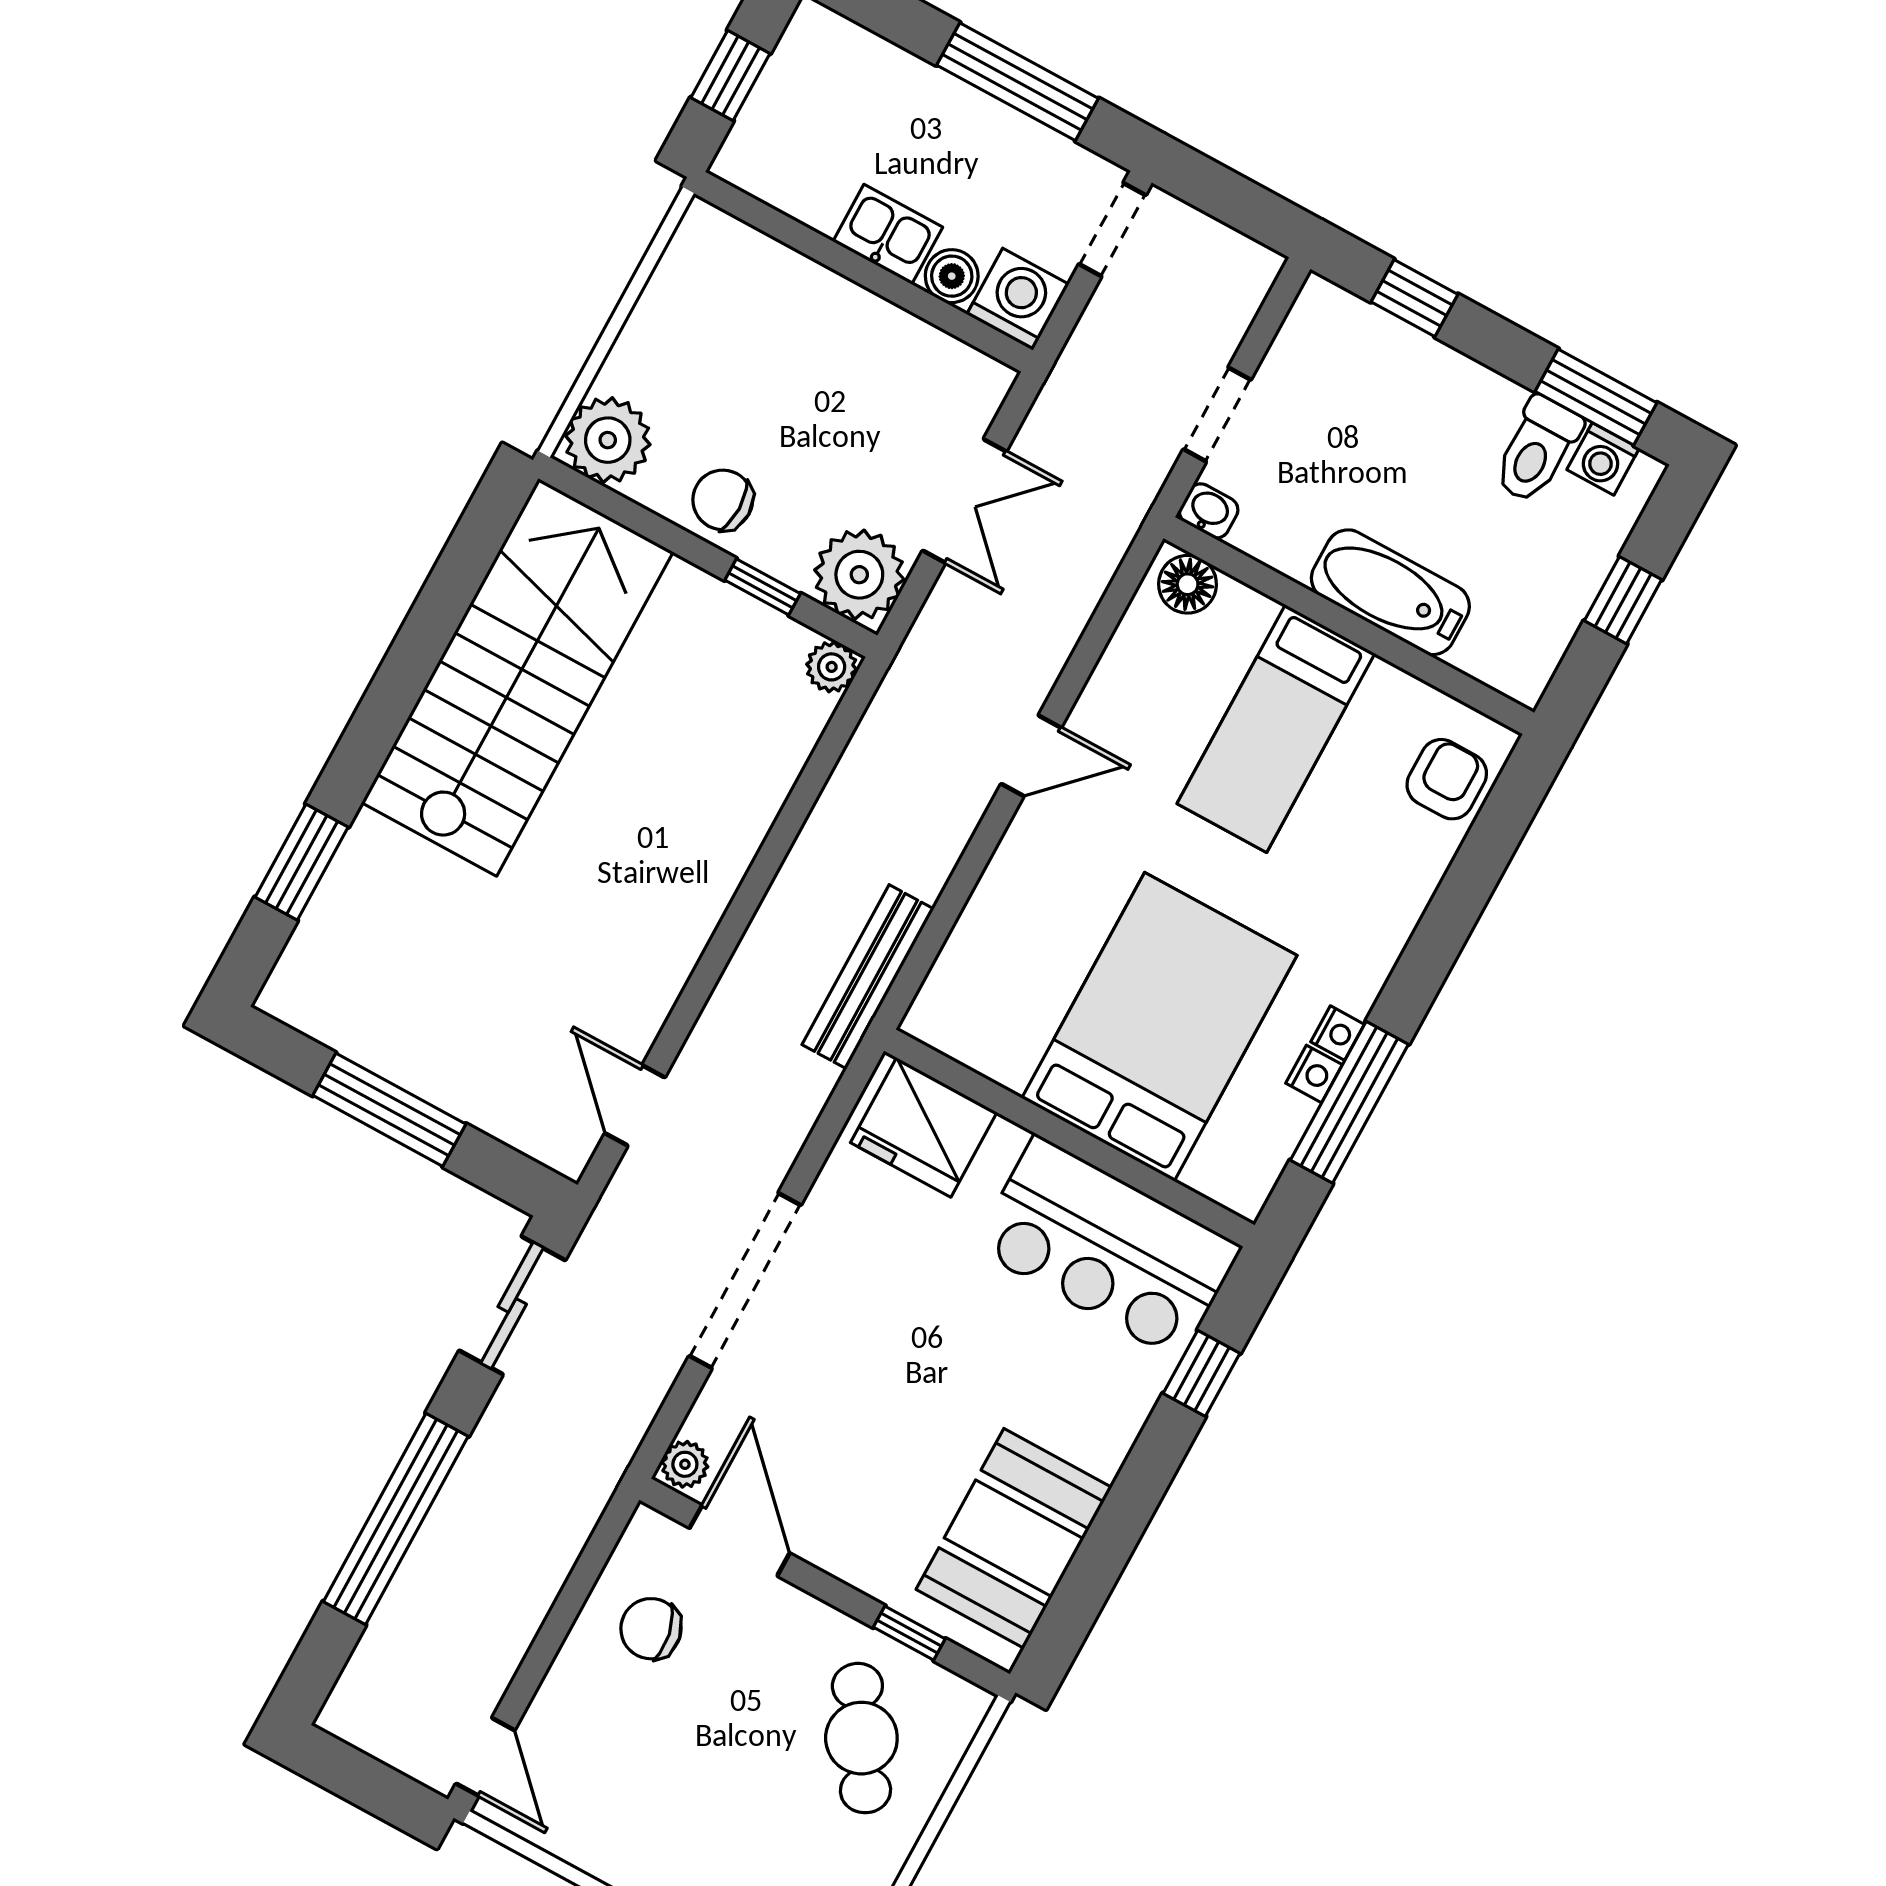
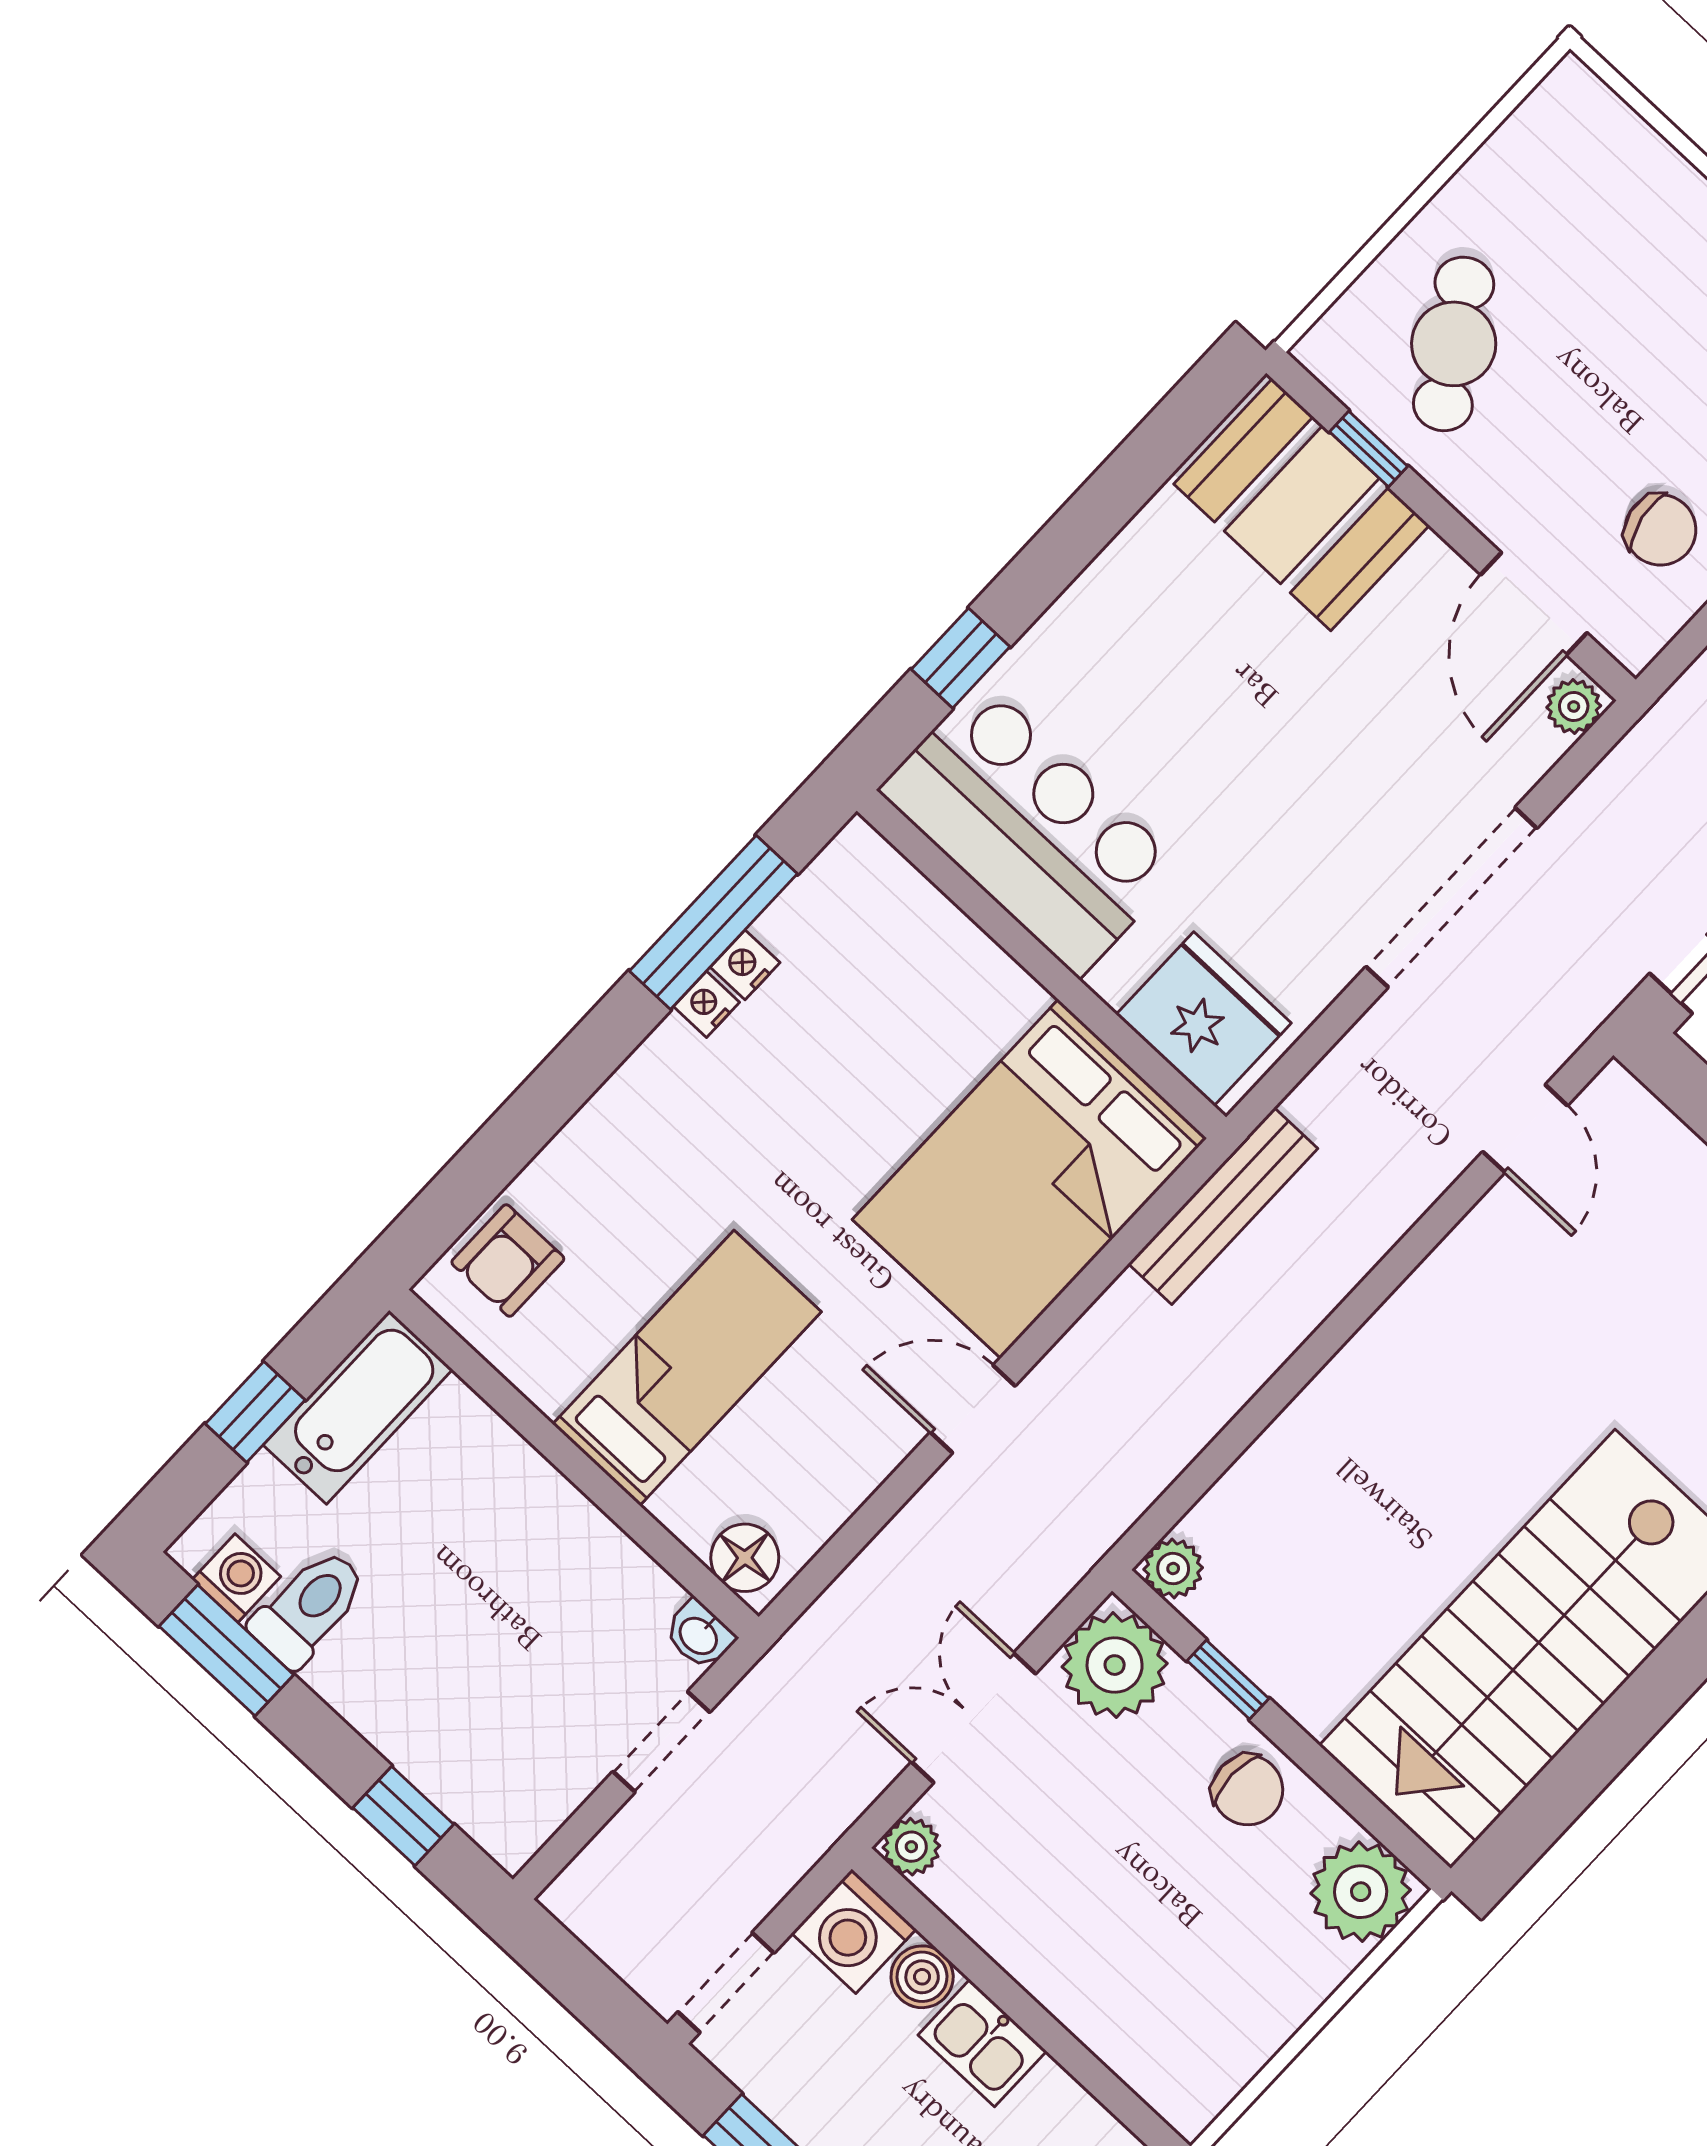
plant: (988, 381) -> (911, 1847), added
bathtub: (1390, 592) -> (358, 1407), moved, turned -90
bed: (1159, 1027) -> (1030, 1179), moved
booth: (1014, 1538) -> (1302, 505), moved, turned 90

